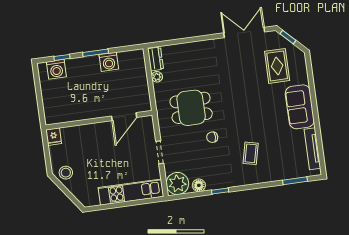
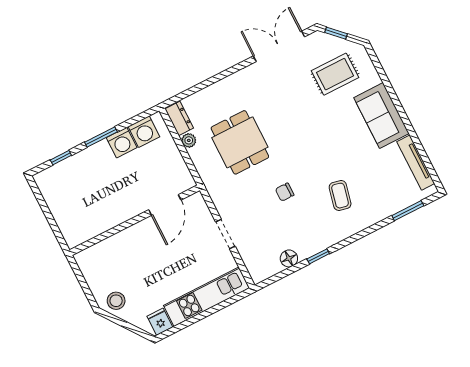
rug: (277, 66) -> (335, 74), turned 90
washing machine: (56, 69) -> (144, 132), moved
dining table: (191, 108) -> (240, 142), moved, turned 90
fridge: (54, 137) -> (160, 322), moved, turned 180
plant: (177, 183) -> (261, 266), removed

